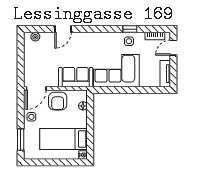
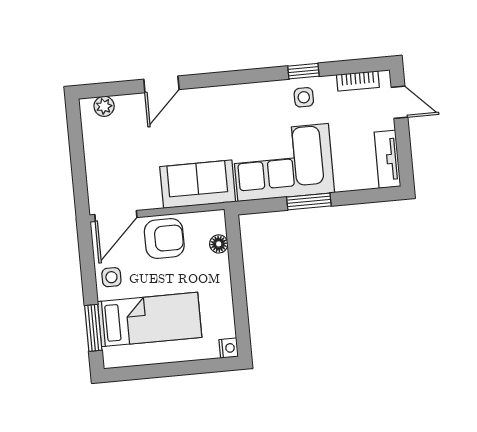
door: (173, 48) -> (399, 102), swing flipped
window: (127, 90) -> (309, 201), added
armchair: (58, 101) -> (164, 239), turned -90
bed: (64, 139) -> (150, 319), moved, turned 180

